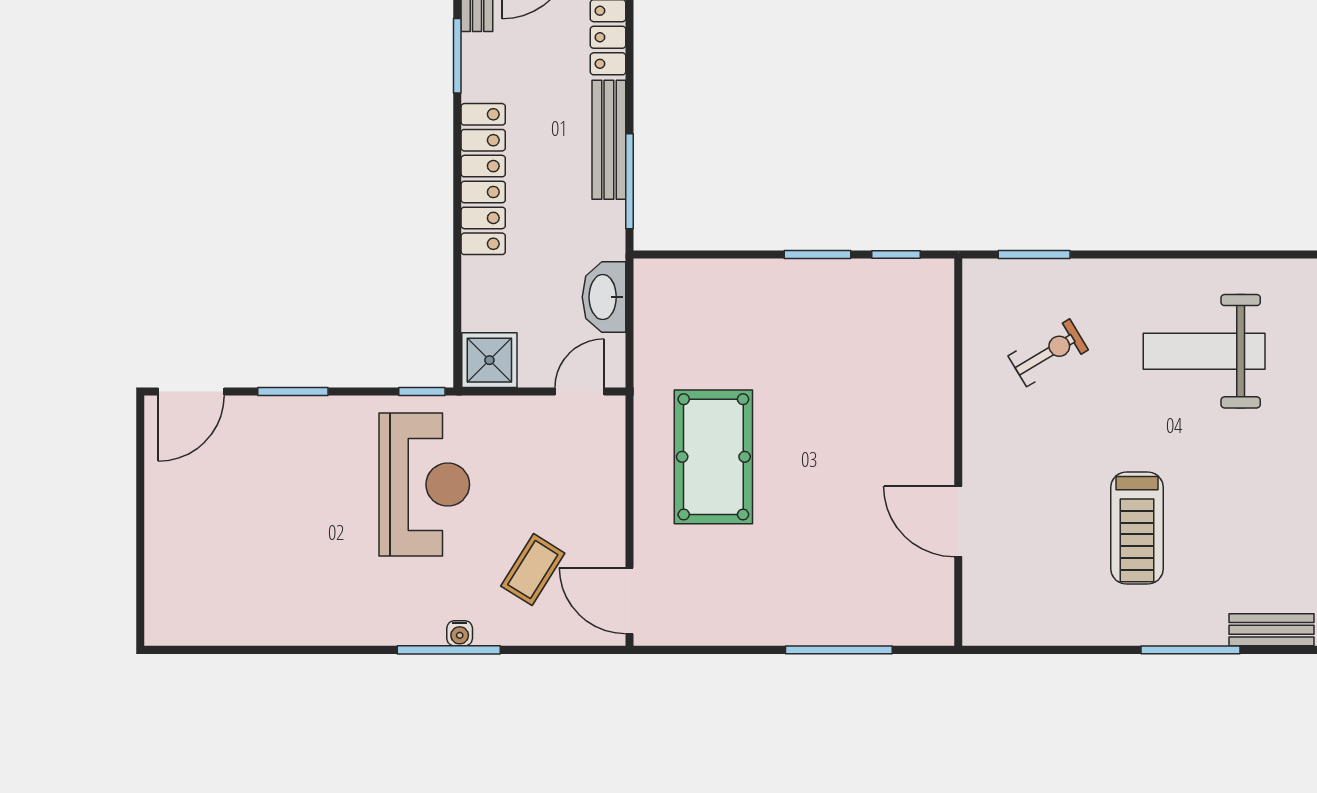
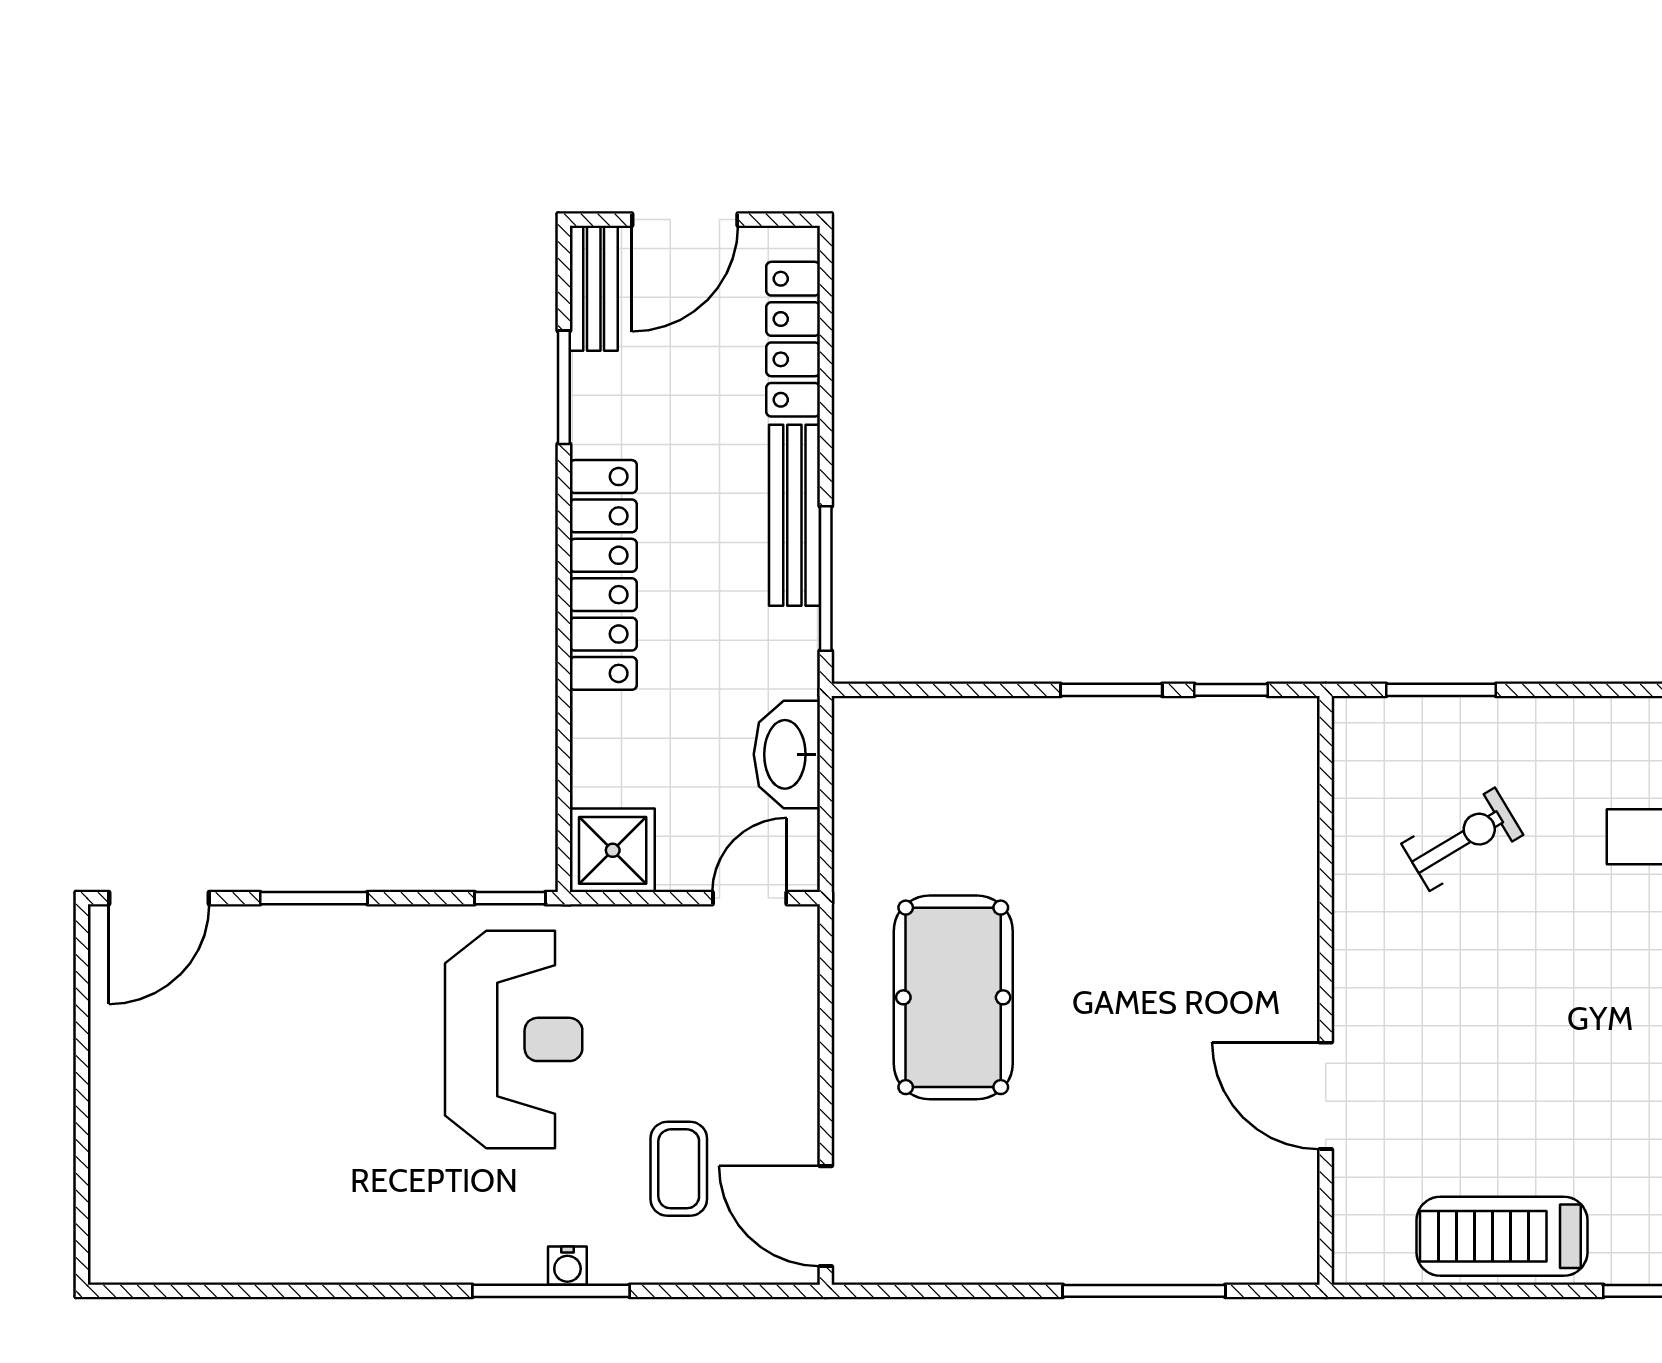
treadmill: (1137, 528) -> (1502, 1236), moved, turned 90
coffee table: (533, 570) -> (679, 1169), turned -32

